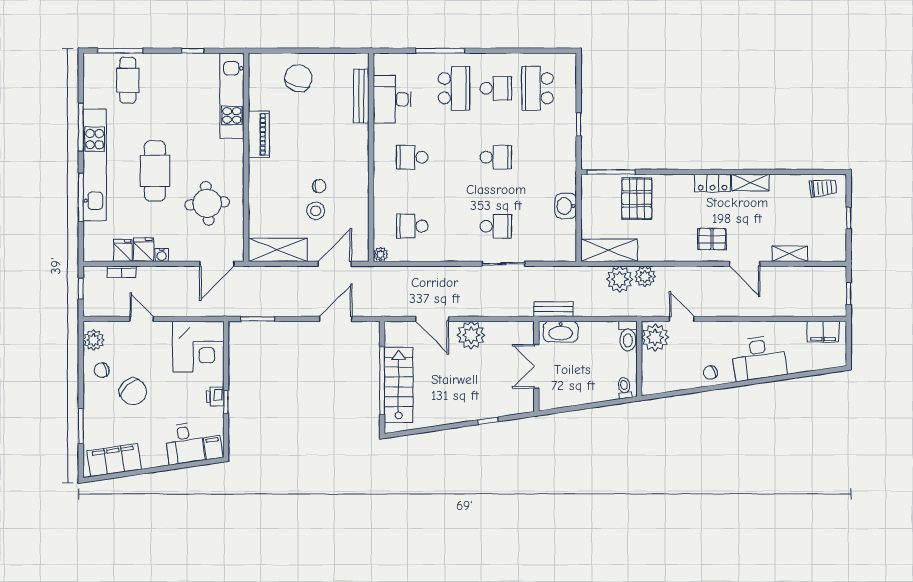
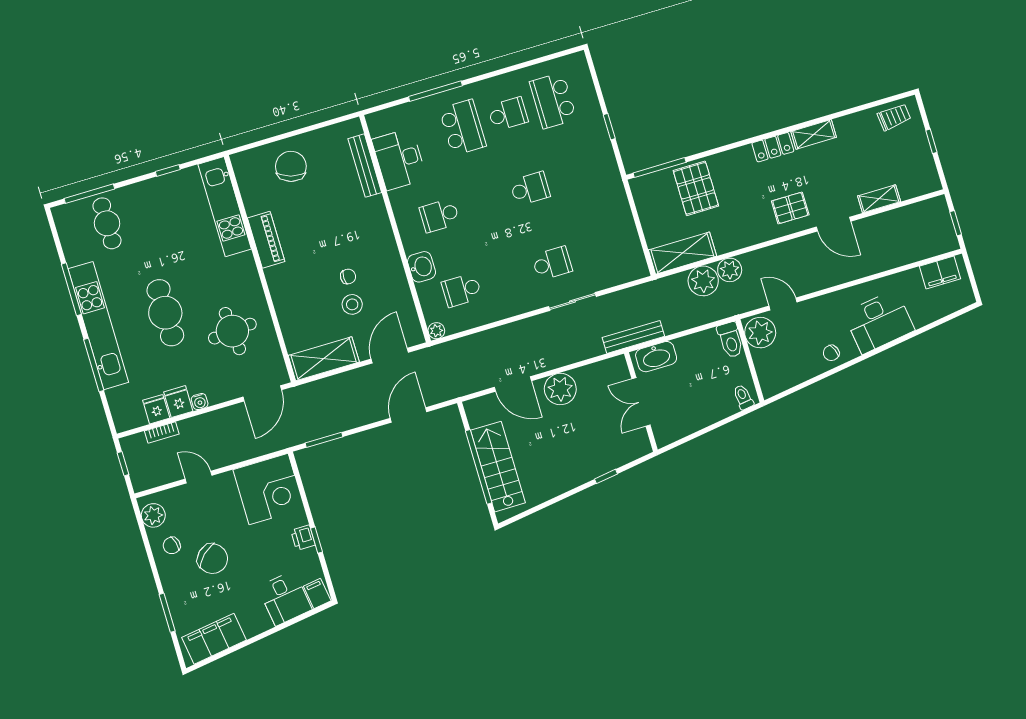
washbasin: (566, 206) -> (422, 267), moved, turned 180
bench: (553, 309) -> (633, 337), width x1.36

